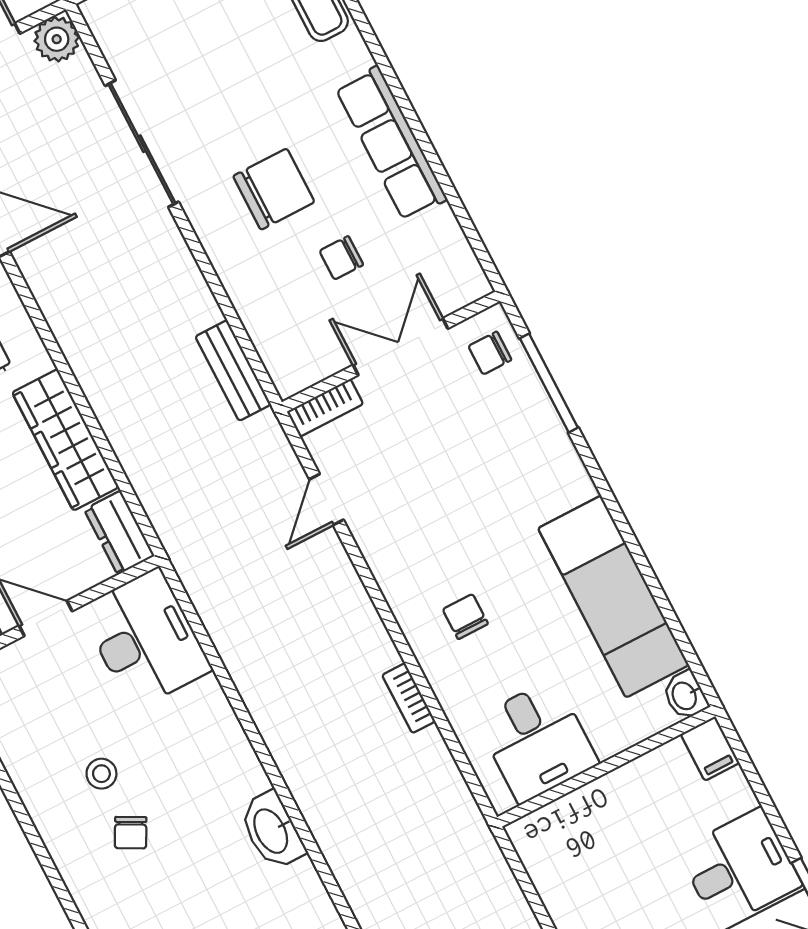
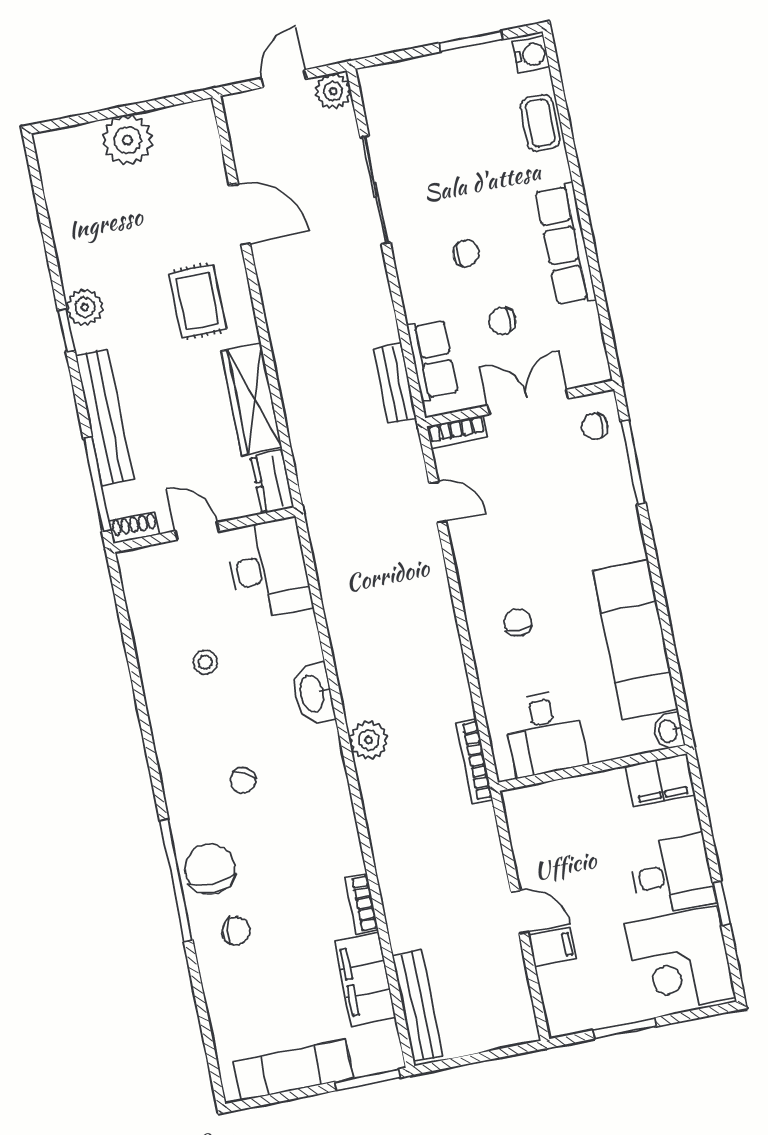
chair: (274, 189) -> (466, 254), width x0.54, depth x0.54
row of seats: (271, 329) -> (432, 360), added
door: (326, 499) -> (438, 502), swing flipped
bookcase: (409, 698) -> (474, 761), moved, width x1.56
filing cabinet: (710, 748) -> (660, 780), width x2.00
plant: (326, 811) -> (369, 740), added
washbasin: (272, 830) -> (313, 693), moved
chair: (131, 833) -> (243, 780), moved

